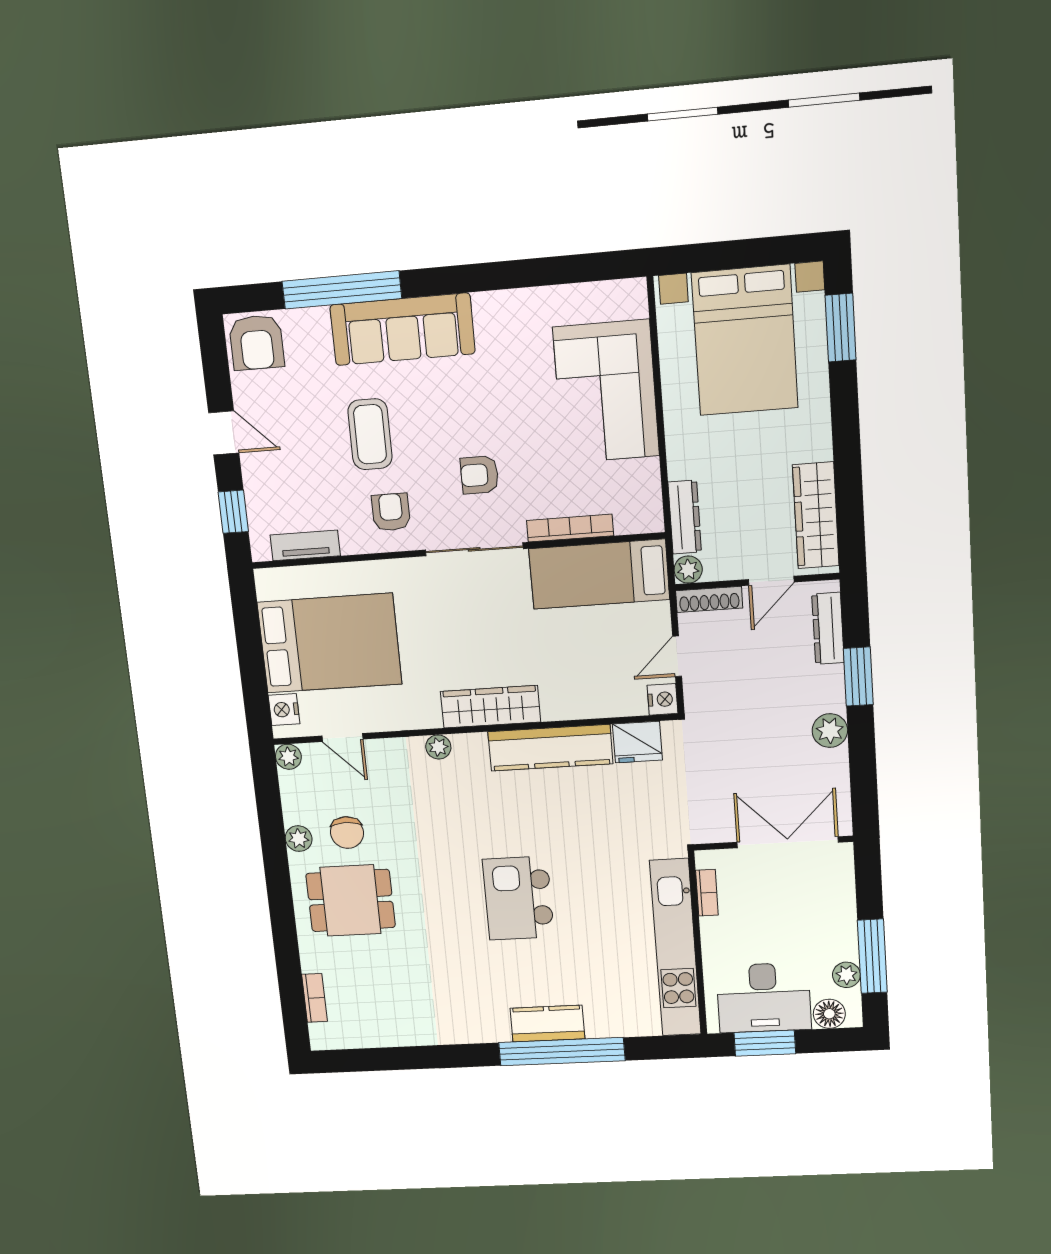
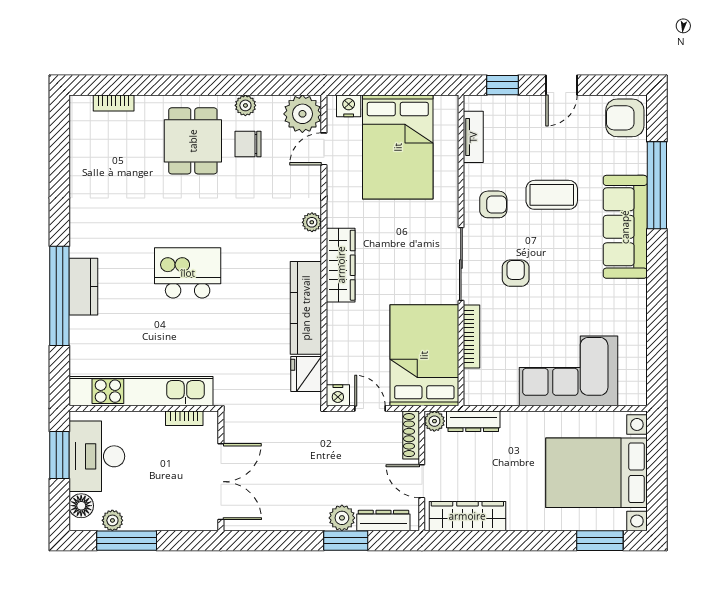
bed: (599, 574) -> (424, 355), width x1.50
plant: (830, 731) -> (342, 518), moved
plant: (288, 757) -> (302, 114), width x1.88, depth x1.88

